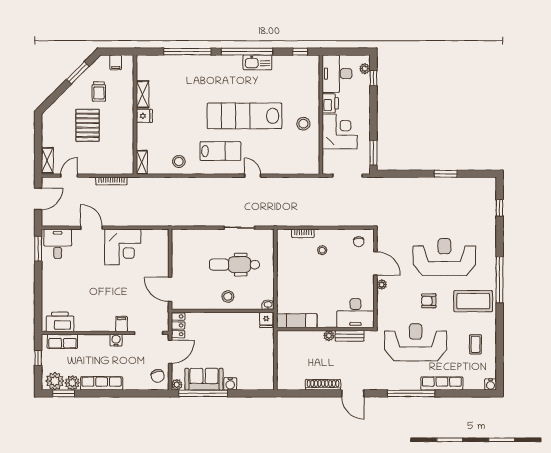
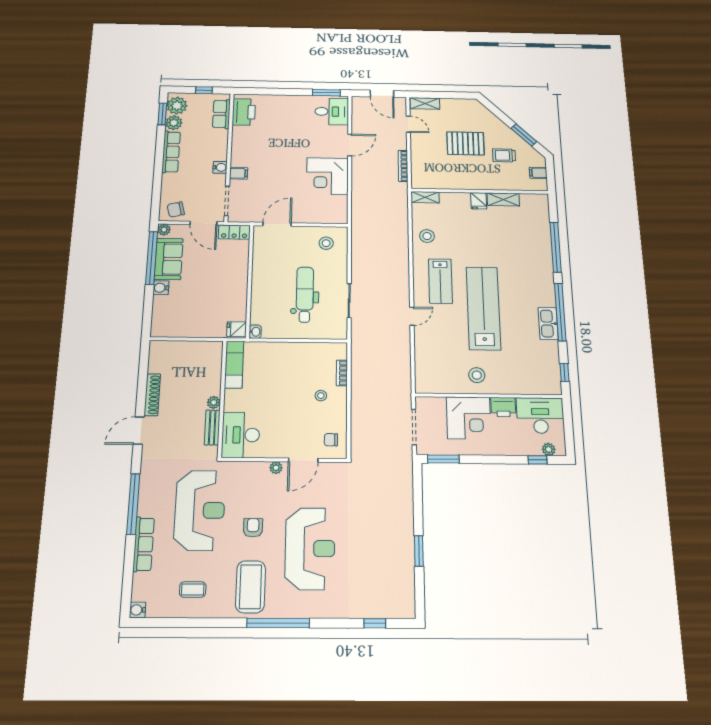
stool: (228, 296) -> (326, 243), moved

